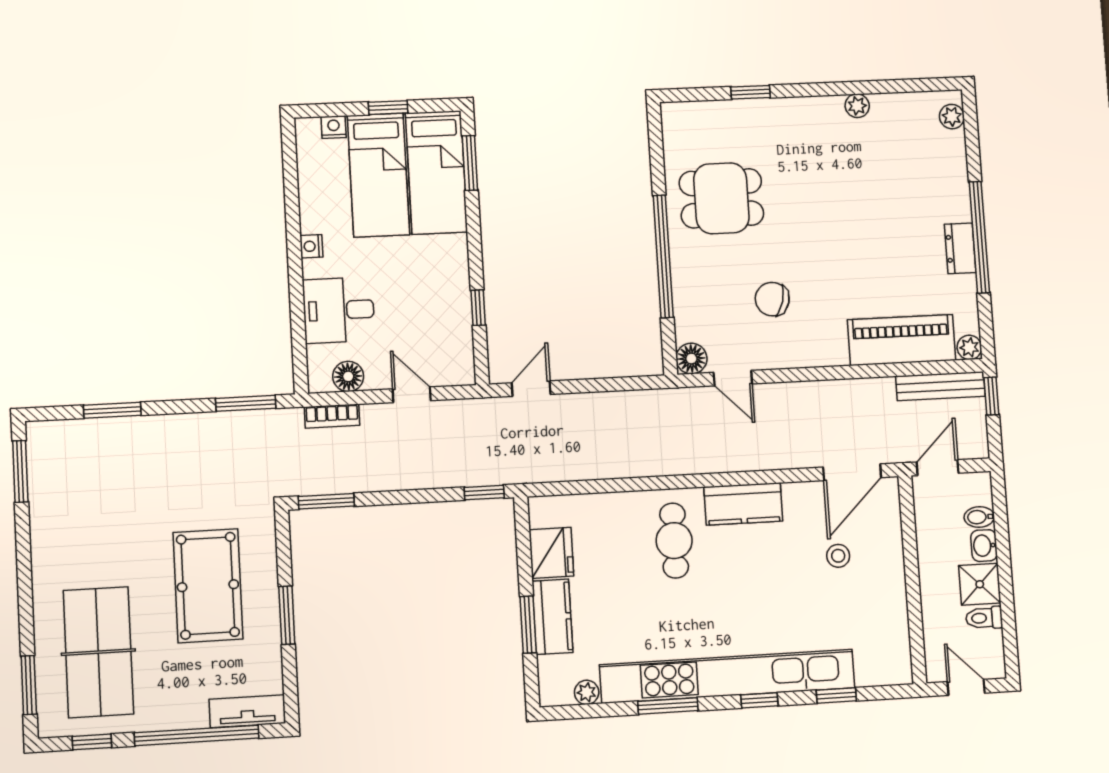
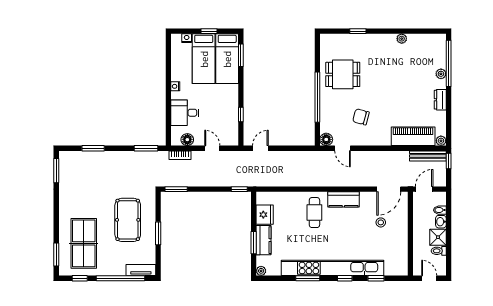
plant: (952, 117) -> (441, 74), moved
window: (979, 237) -> (449, 63), moved
plant: (587, 692) -> (261, 271), moved

